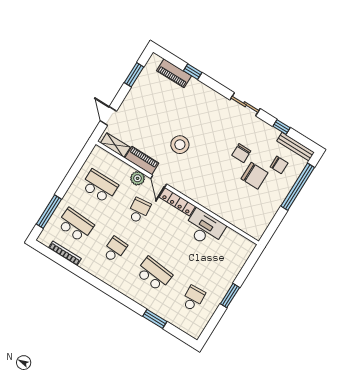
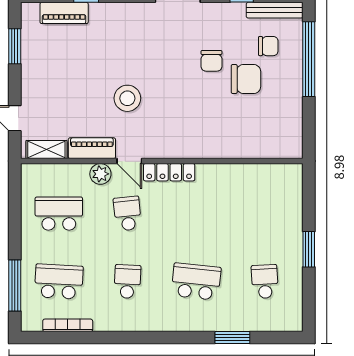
desk: (204, 228) -> (224, 184), removed

